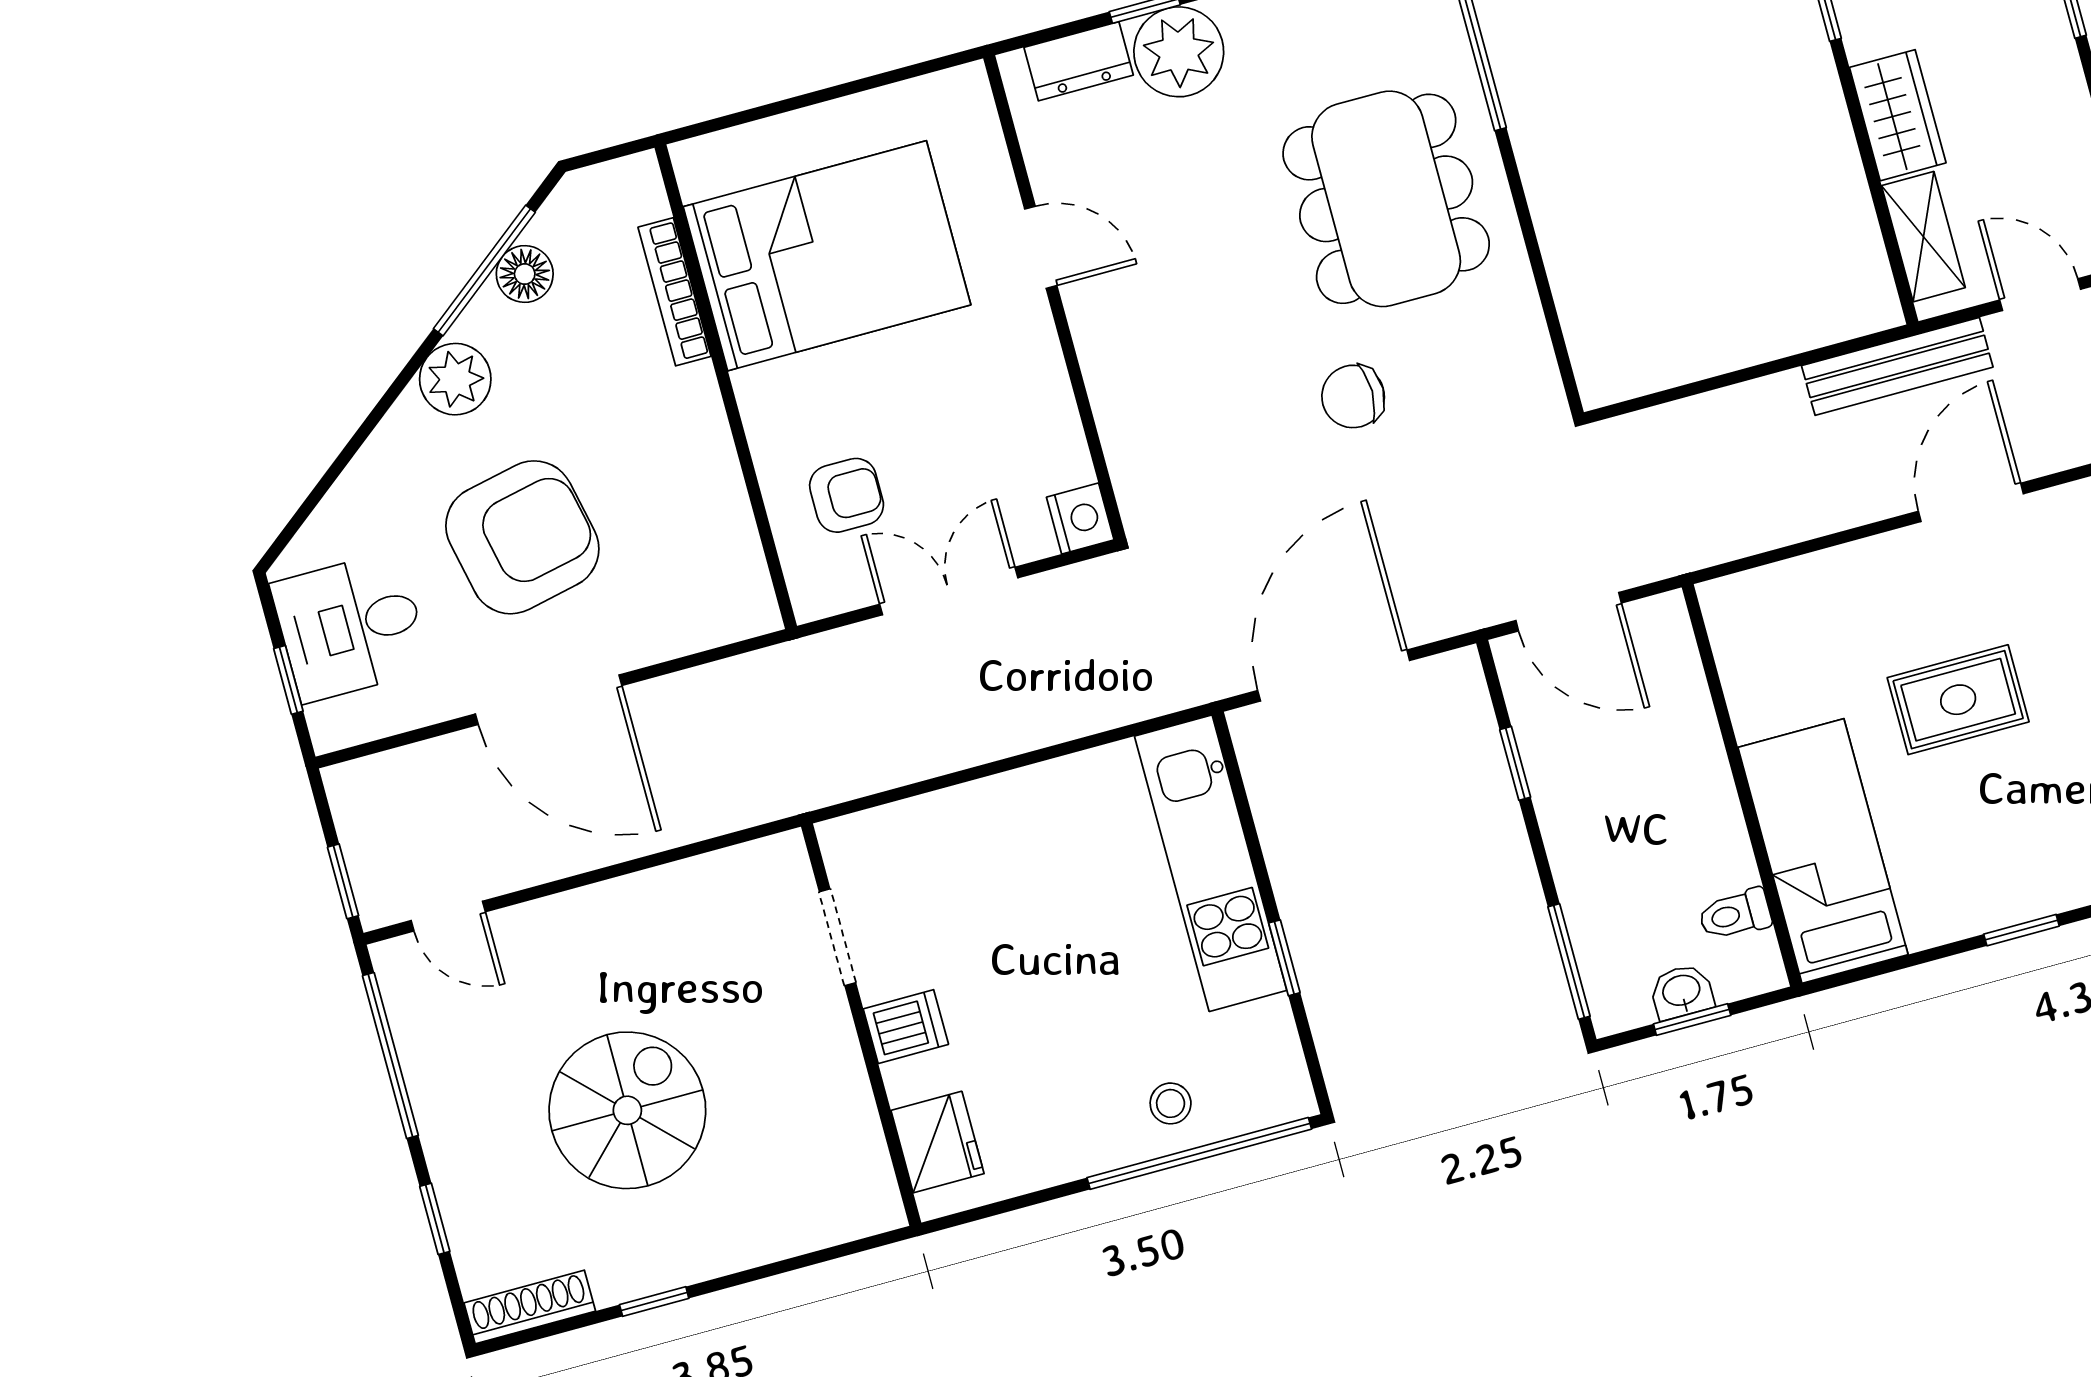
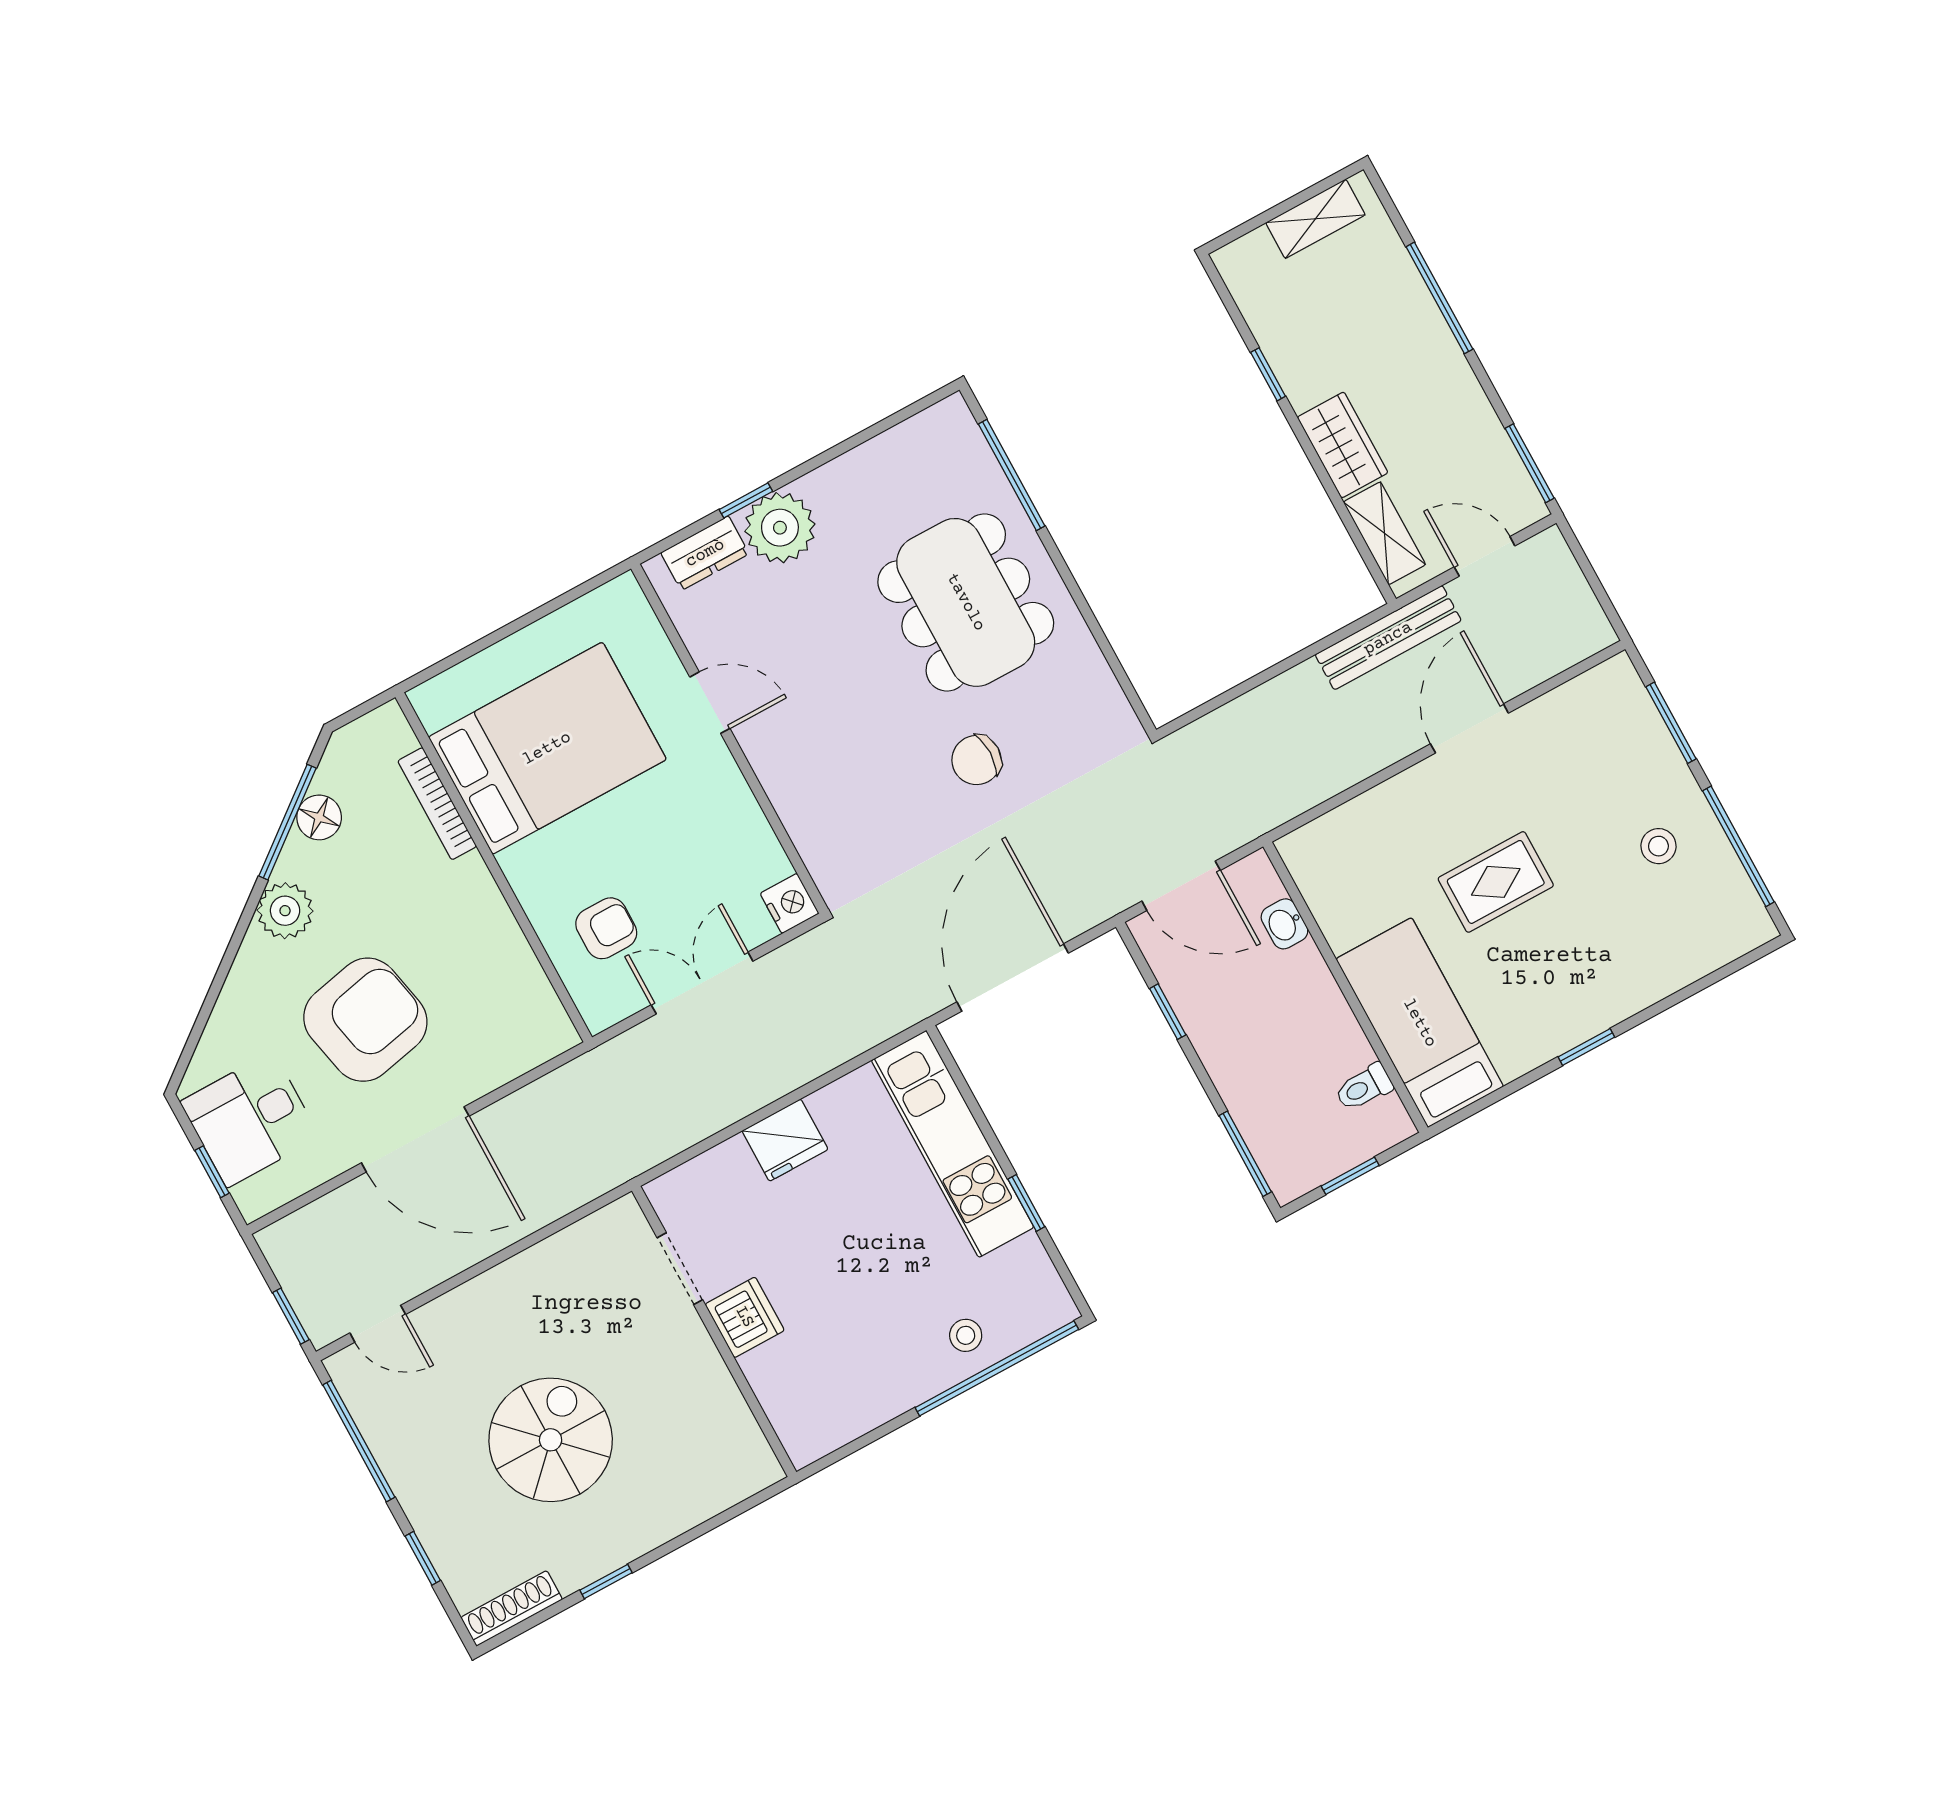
washbasin: (1682, 992) -> (1284, 924), moved, turned -90
dishwasher: (906, 1027) -> (745, 1317), width x1.38
fridge: (937, 1142) -> (785, 1140), moved, turned 90

